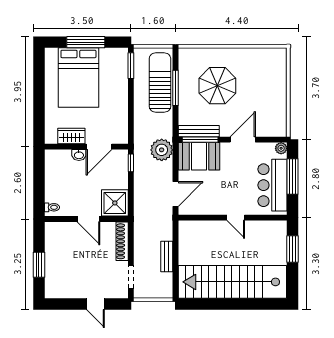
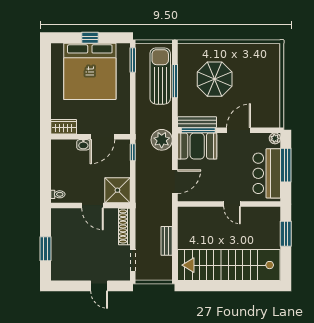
window: (86, 42) -> (90, 38), width x0.46
bed: (78, 77) -> (90, 71), width x1.36
wardrobe: (71, 136) -> (64, 127), moved

